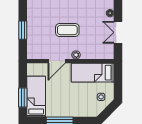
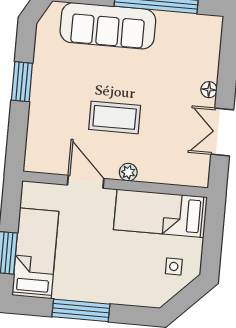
window: (23, 30) -> (22, 82), moved
door: (57, 61) -> (86, 182), swing flipped

